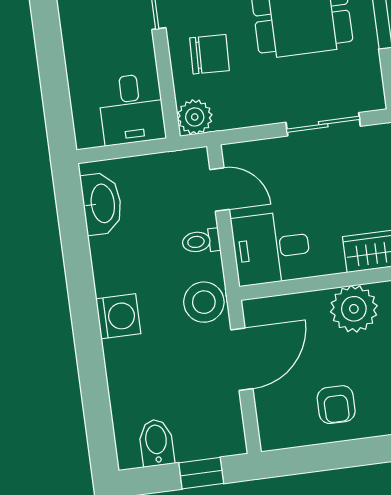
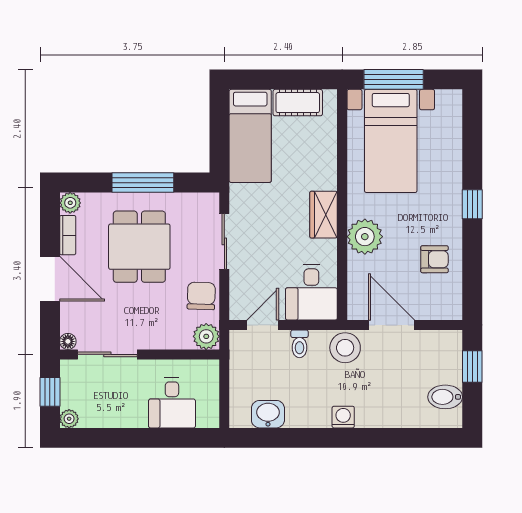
chair: (209, 54) -> (201, 296), moved
desk: (132, 109) -> (172, 403), moved, turned 90
washbasin: (102, 204) -> (268, 414), width x0.72
washing machine: (118, 316) -> (343, 417), width x0.73, depth x0.73

